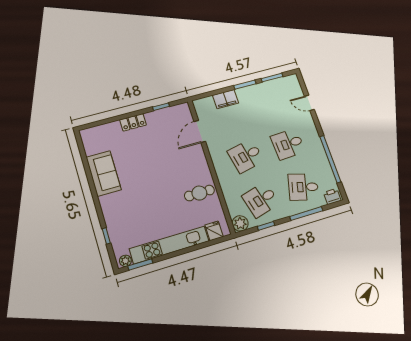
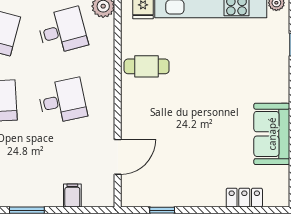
filing cabinet: (226, 99) -> (72, 196), width x0.50
locker: (133, 122) -> (244, 198), moved

